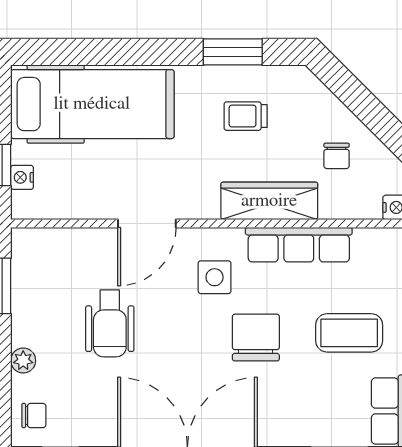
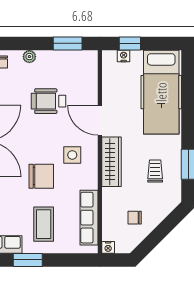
wardrobe: (269, 201) -> (111, 162), moved
row of seats: (299, 245) -> (89, 218), moved

